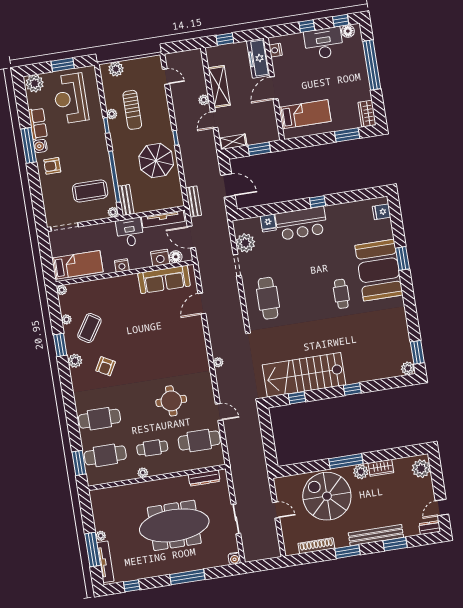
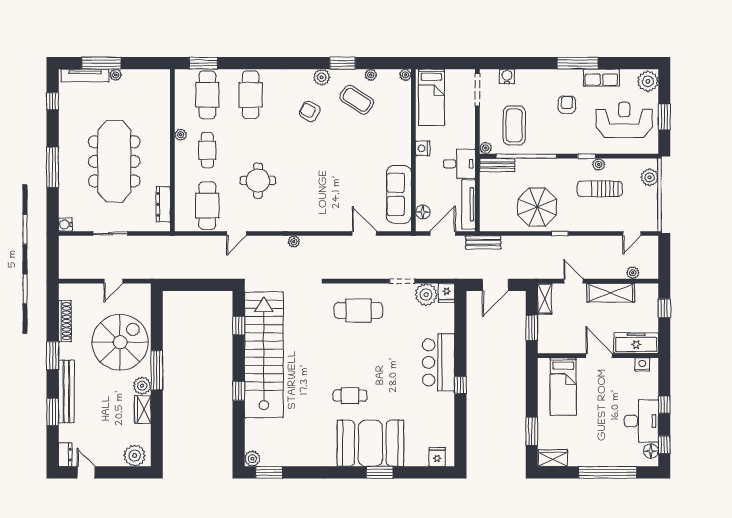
plant: (204, 100) -> (633, 273), moved
water cooler: (40, 146) -> (507, 76), moved
armchair: (52, 166) -> (567, 105), moved
fridge: (268, 223) -> (446, 293), moved, turned -90
nightstand: (160, 258) -> (425, 194), removed
stairs: (304, 375) -> (264, 355), width x1.36

